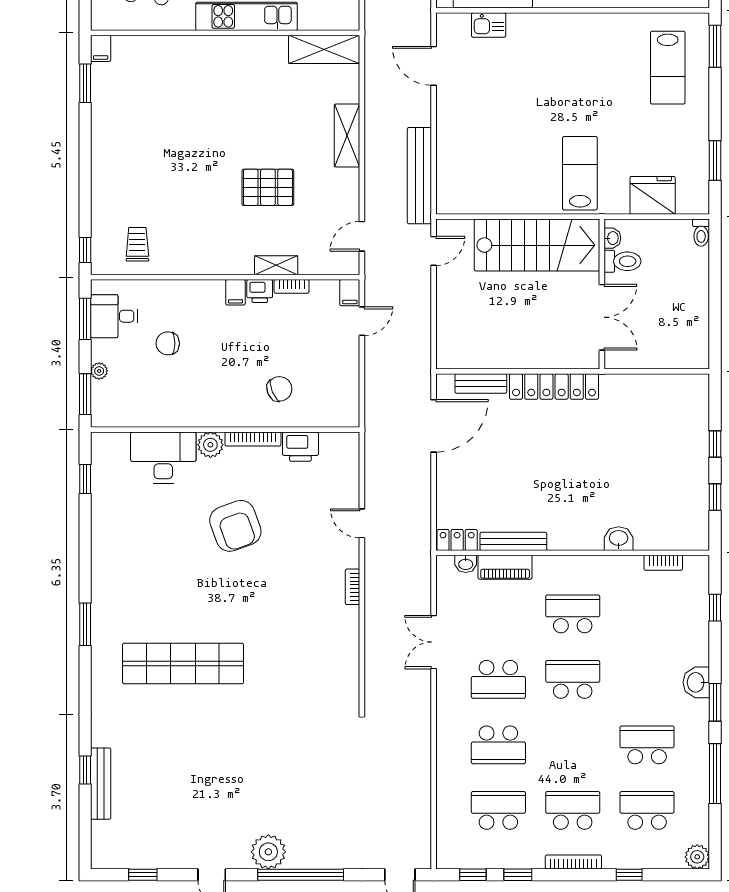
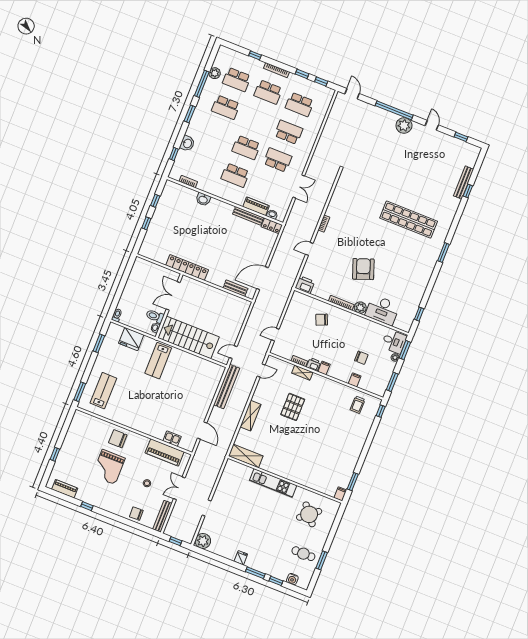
pallet: (268, 187) -> (293, 407), turned 90
filing cabinet: (350, 293) -> (355, 380), moved
desk: (114, 316) -> (394, 341), moved
locker: (554, 387) -> (187, 268), moved
printer: (300, 447) -> (305, 285), moved
door: (362, 523) -> (309, 249), swing flipped
washbasin: (696, 682) -> (187, 143), moved
plant: (697, 857) -> (215, 73), moved

